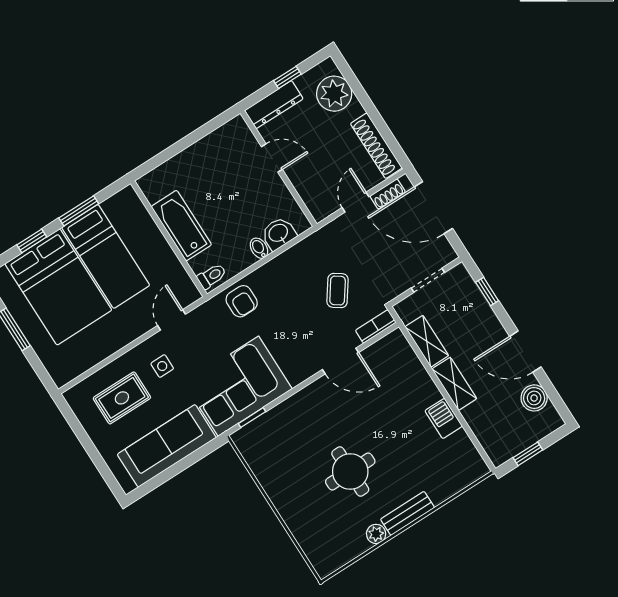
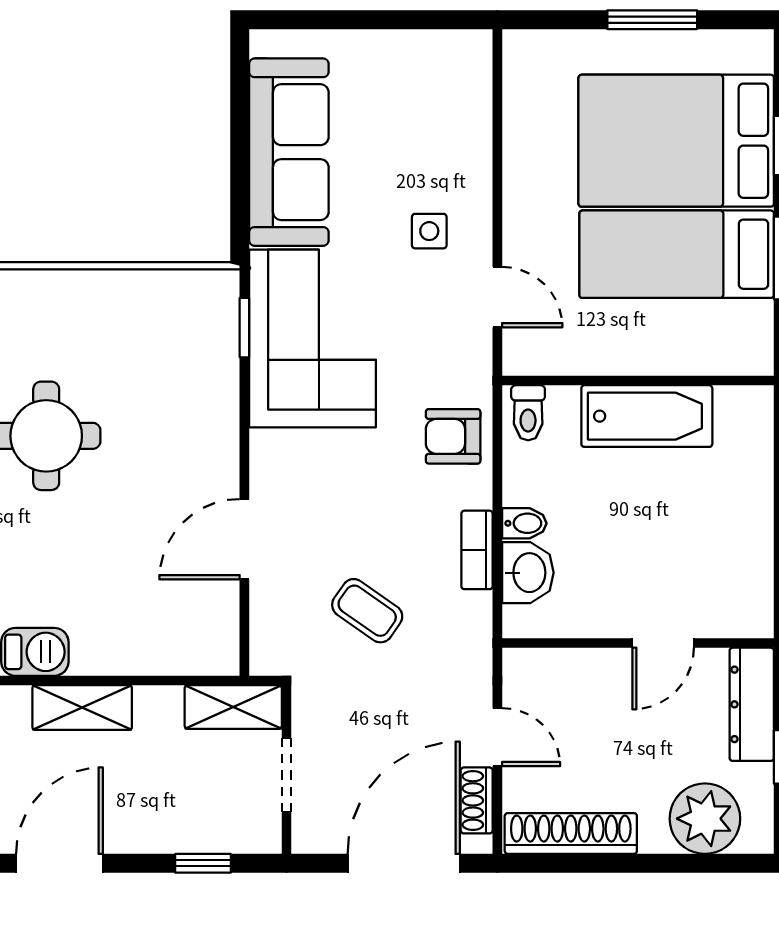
bookcase: (376, 326) -> (477, 550), moved, turned 180
shelving: (427, 341) -> (233, 707), moved
rug: (122, 398) -> (419, 128), removed

